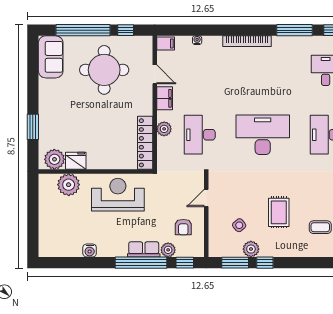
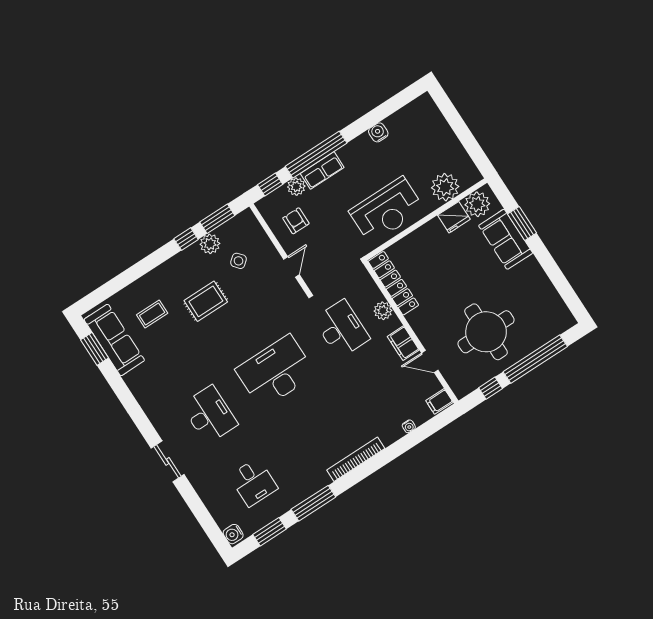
sofa: (51, 57) -> (506, 239), moved
desk: (263, 135) -> (276, 372), turned 180
rug: (279, 212) -> (206, 301), turned 90

